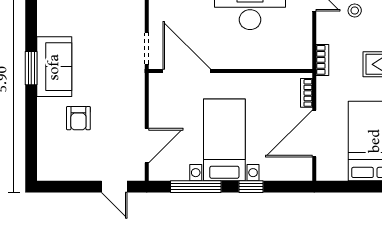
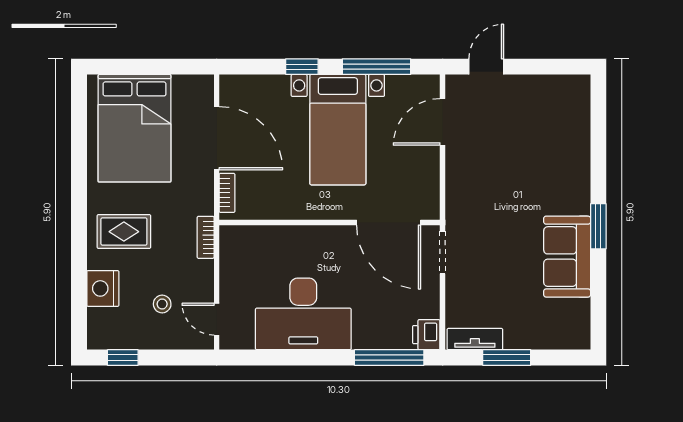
sofa: (54, 67) -> (567, 257), moved
armchair: (78, 118) -> (535, 159), removed
door: (314, 133) -> (217, 138), hinge flipped
door: (114, 187) -> (486, 67), hinge flipped

